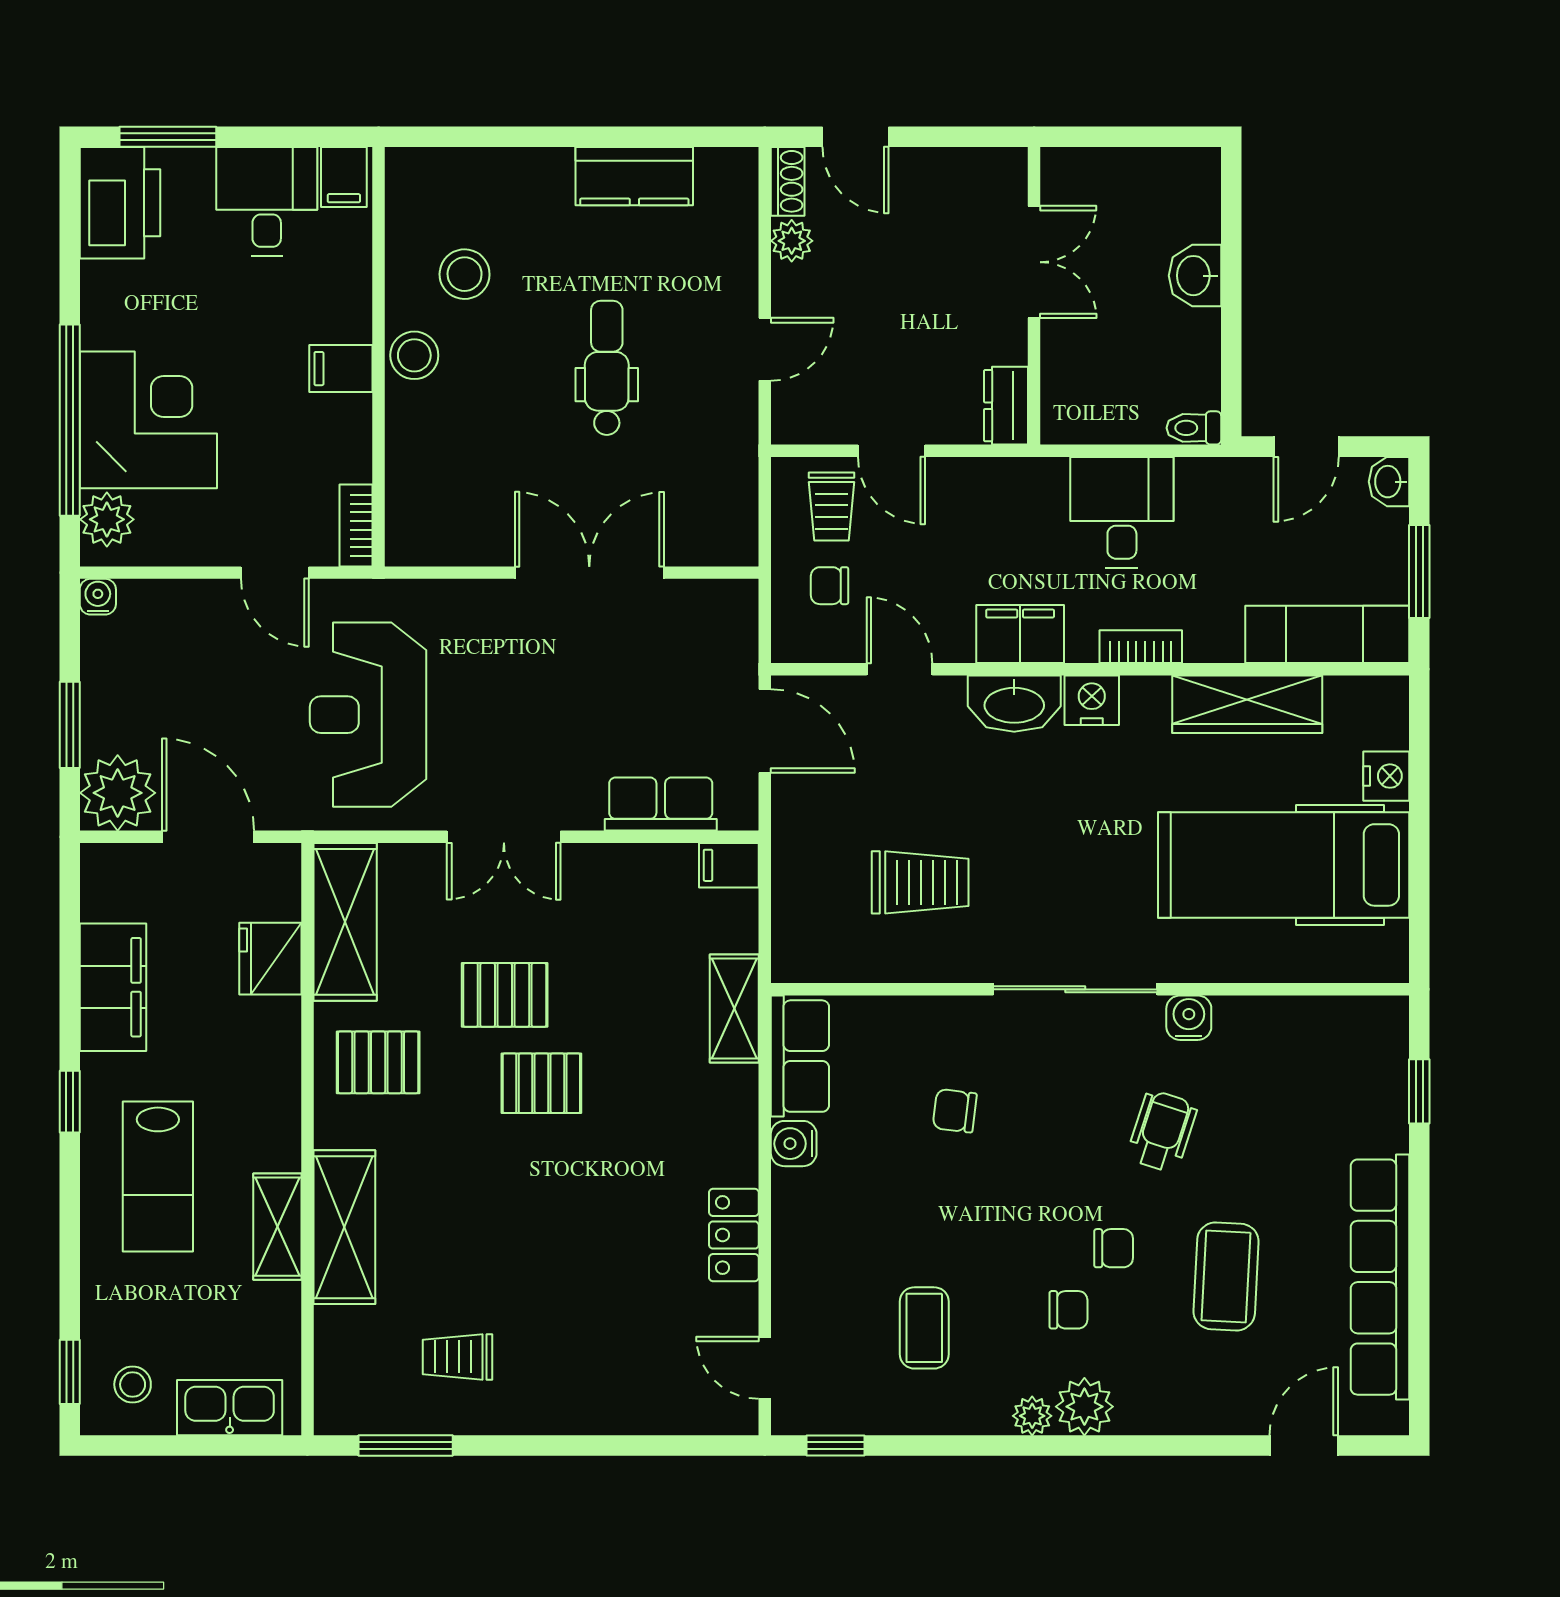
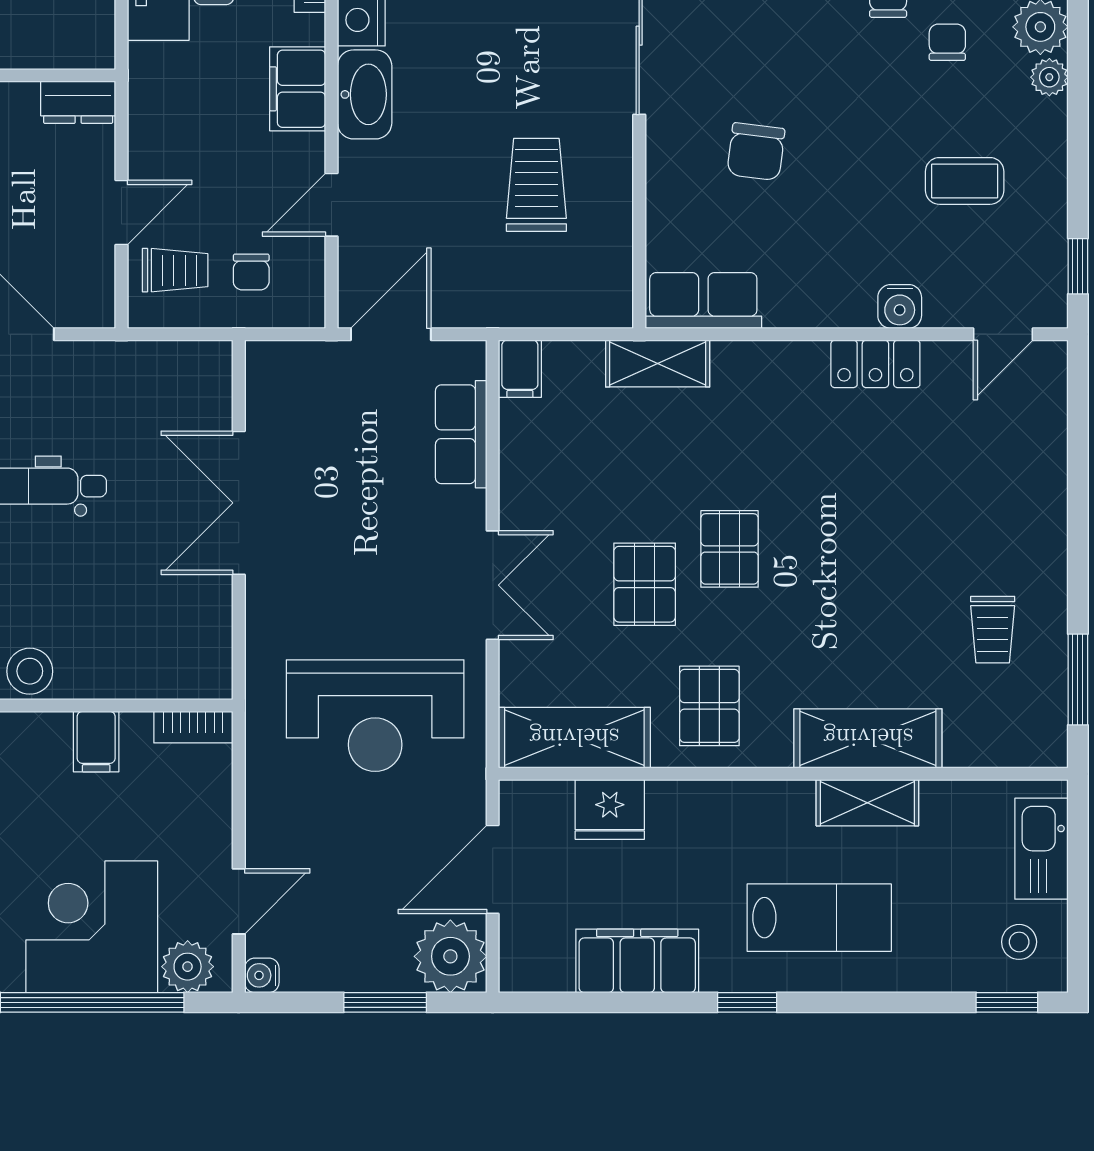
filing cabinet: (341, 369) -> (96, 742), moved
door: (275, 573) -> (239, 901), moved
chair: (955, 1111) -> (756, 152), width x1.37, depth x1.37
water cooler: (794, 1144) -> (900, 306), moved

